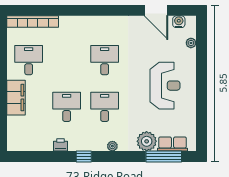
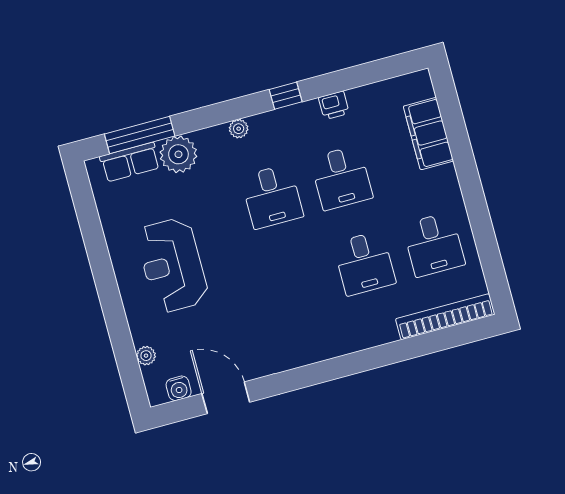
desk: (105, 60) -> (364, 263), moved
filing cabinet: (16, 98) -> (428, 134), moved

